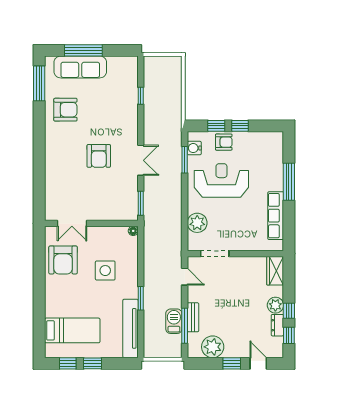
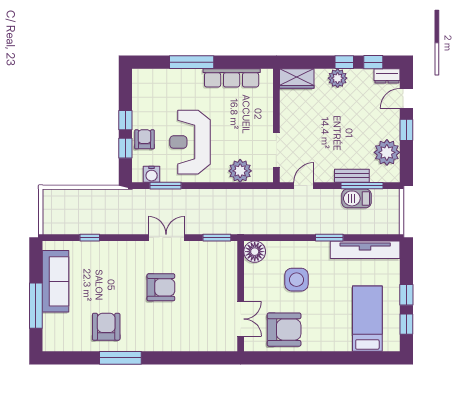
sofa: (80, 67) -> (56, 281), moved
window: (39, 83) -> (120, 358), moved
floor lamp: (133, 231) -> (255, 252), width x1.89, depth x1.89
dresser: (277, 325) -> (387, 76), moved

